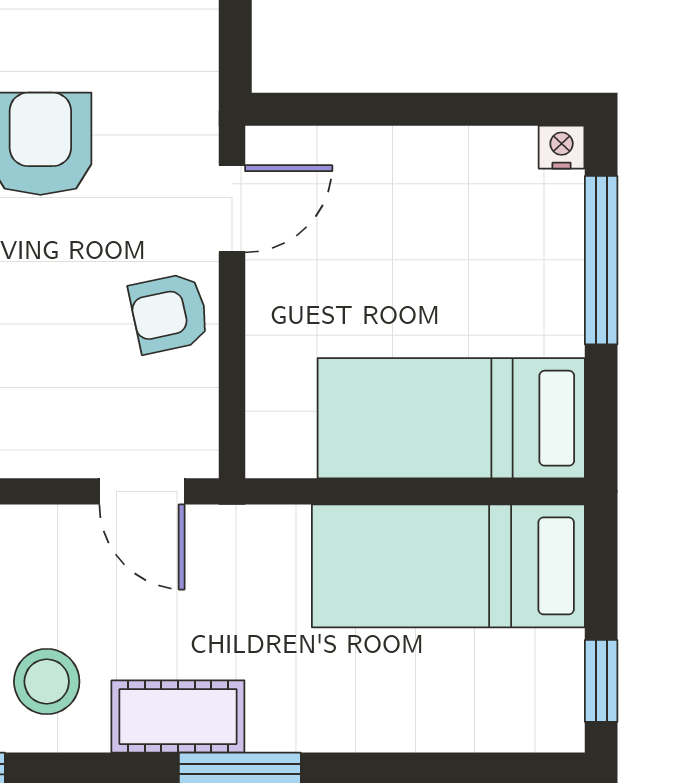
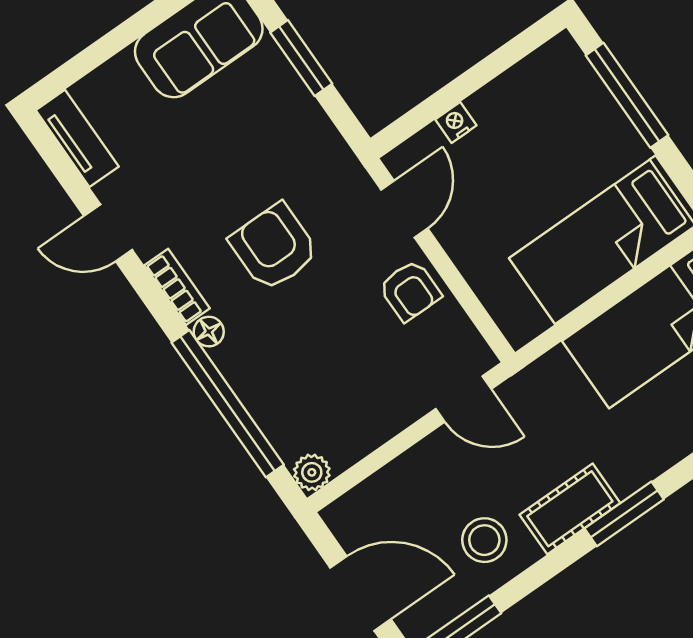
nightstand: (562, 147) -> (456, 122), moved
armchair: (169, 313) -> (410, 291), turned -78

